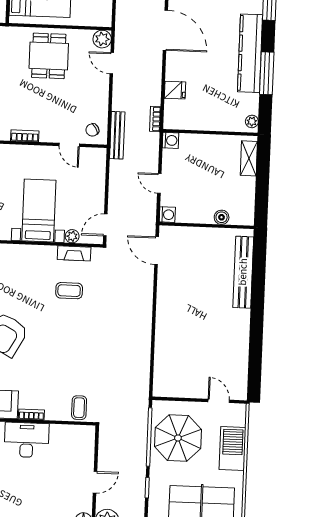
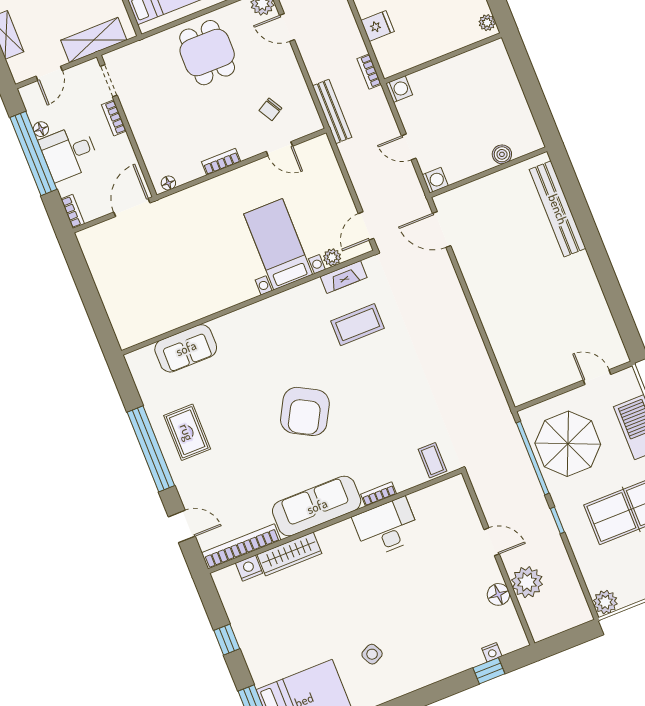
chair: (92, 130) -> (270, 109), moved
shelving: (249, 158) -> (503, 69), removed
coffee table: (69, 291) -> (358, 325), width x1.36, depth x1.30
door: (95, 482) -> (492, 542), hinge flipped

